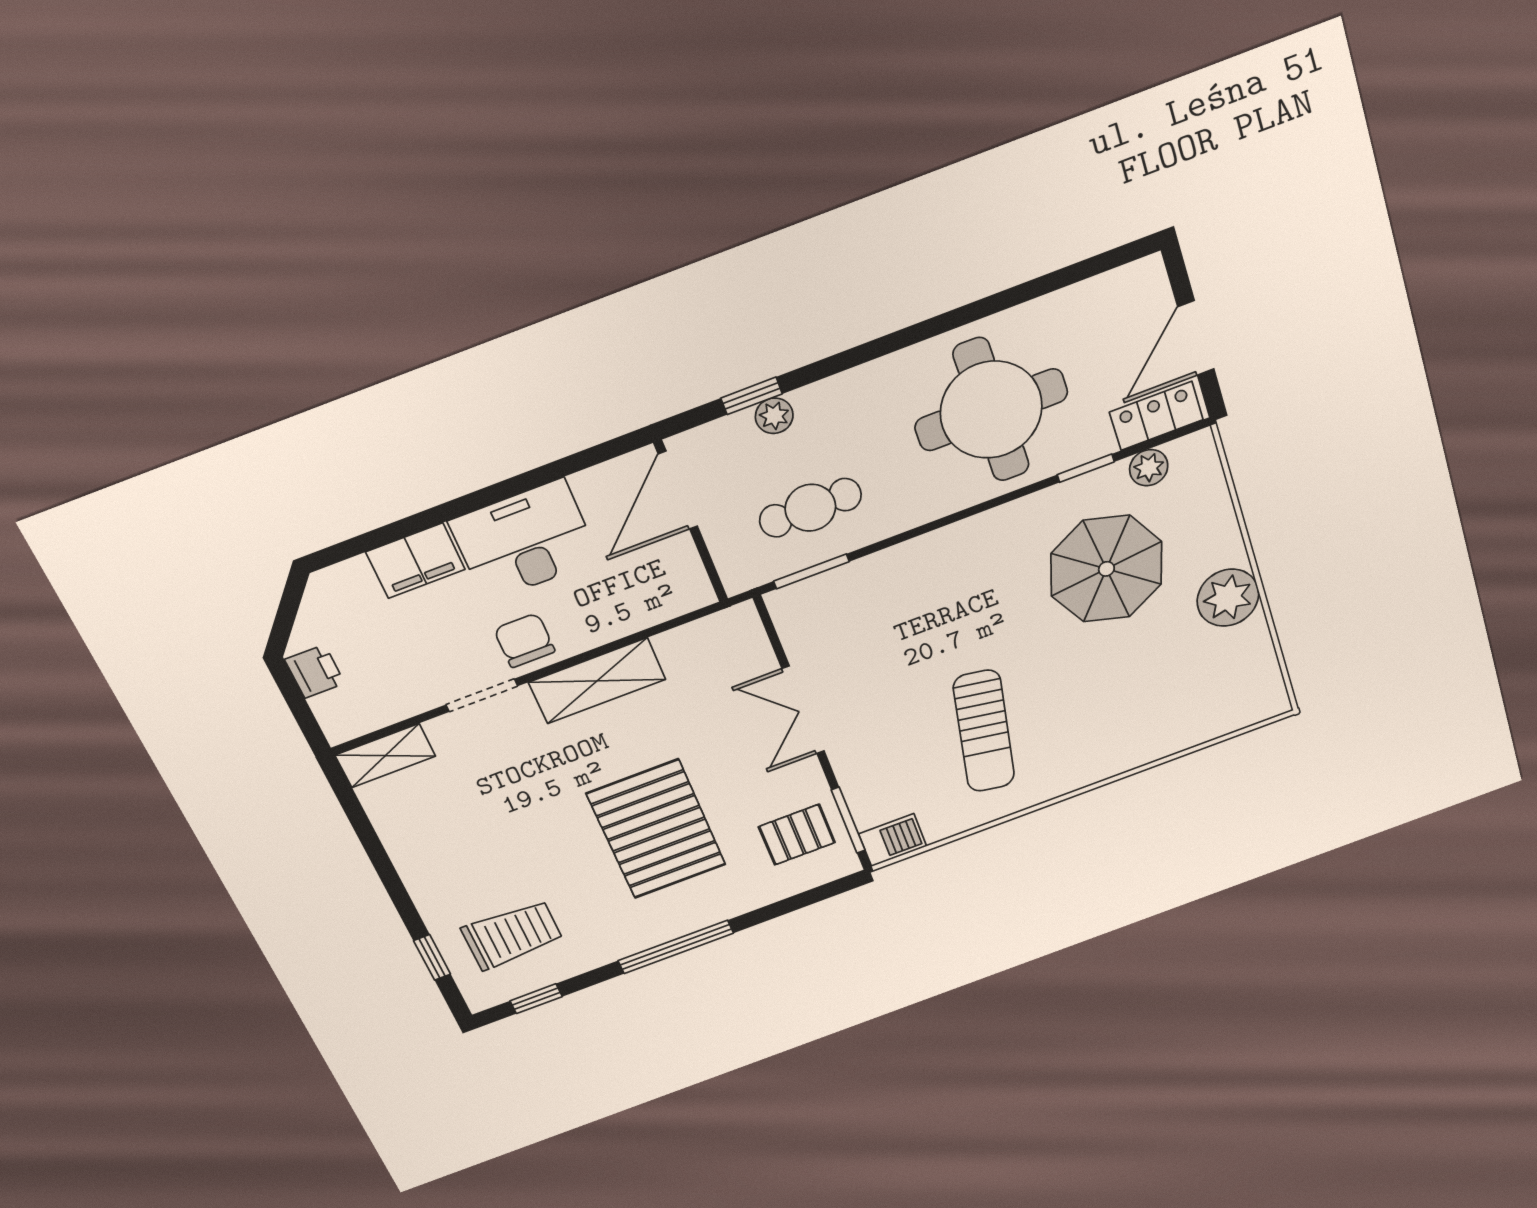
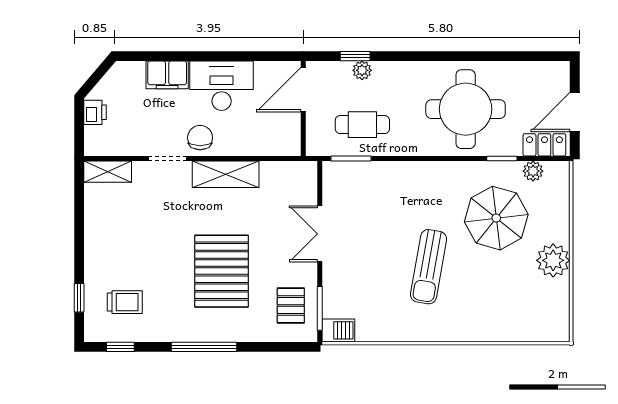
sun lounger: (984, 731) -> (429, 267), moved
pallet: (797, 835) -> (291, 306), turned 90
trolley: (512, 935) -> (125, 302), width x0.73, depth x0.72

